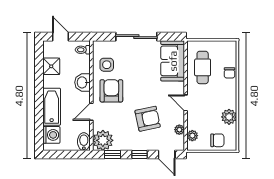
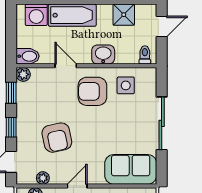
armchair: (111, 91) -> (92, 91), turned 180
plant: (103, 140) -> (23, 74), width x0.53, depth x0.53

